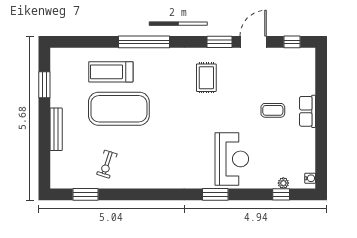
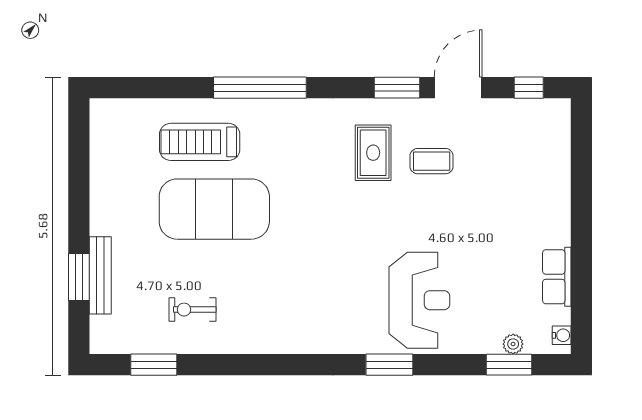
window: (44, 85) -> (79, 277), moved
coffee table: (273, 110) -> (432, 161), moved
row of seats: (307, 111) -> (557, 277), moved
bench: (56, 129) -> (100, 275), moved
exercise bike: (107, 164) -> (192, 310), turned 72
window: (281, 194) -> (509, 365), width x1.50

